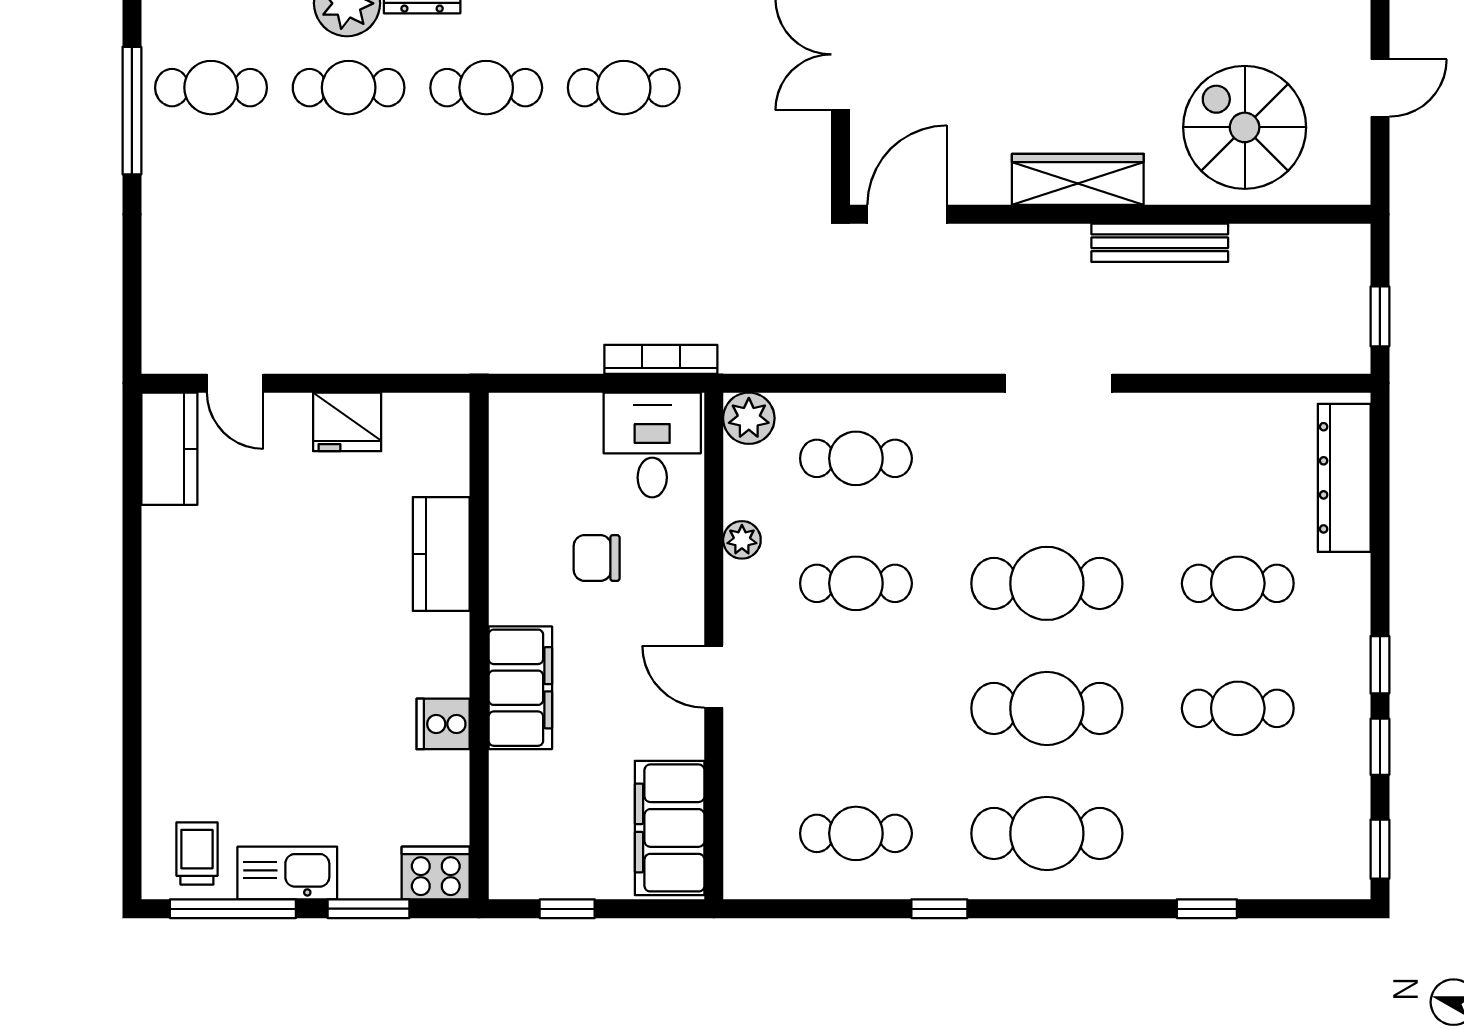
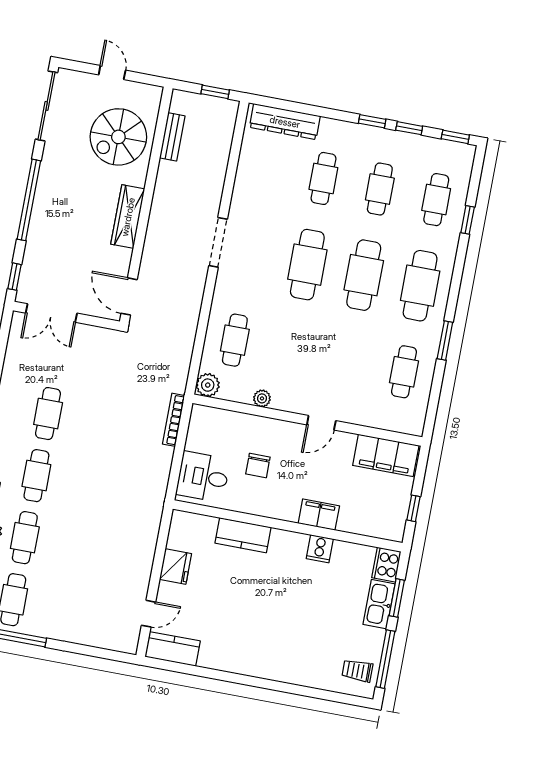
bench: (1160, 243) -> (172, 137), moved, width x0.73
desk: (652, 445) -> (203, 477), moved
cafe table: (856, 583) -> (436, 200), moved
filing cabinet: (520, 688) -> (319, 515), width x0.67, depth x0.86
kitchen sink: (287, 873) -> (379, 604), moved
window: (939, 909) -> (445, 340), width x1.50

